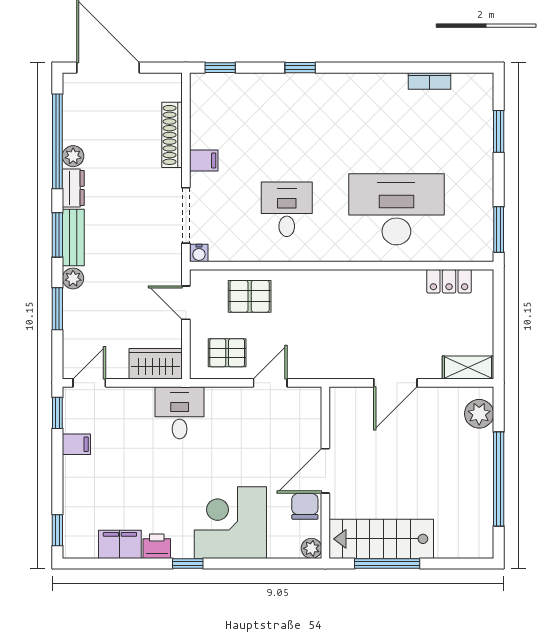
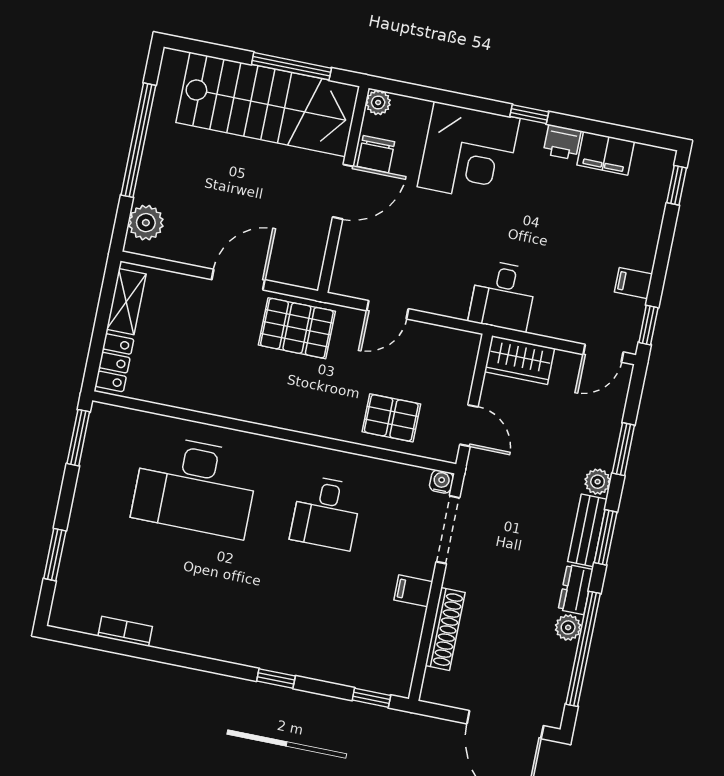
locker: (449, 281) -> (114, 363), moved, turned 90
pallet: (227, 353) -> (297, 328), moved, width x1.50, depth x1.42
shelving: (468, 368) -> (126, 302), moved, turned 90
stairs: (381, 539) -> (268, 104), width x1.36, depth x1.51

